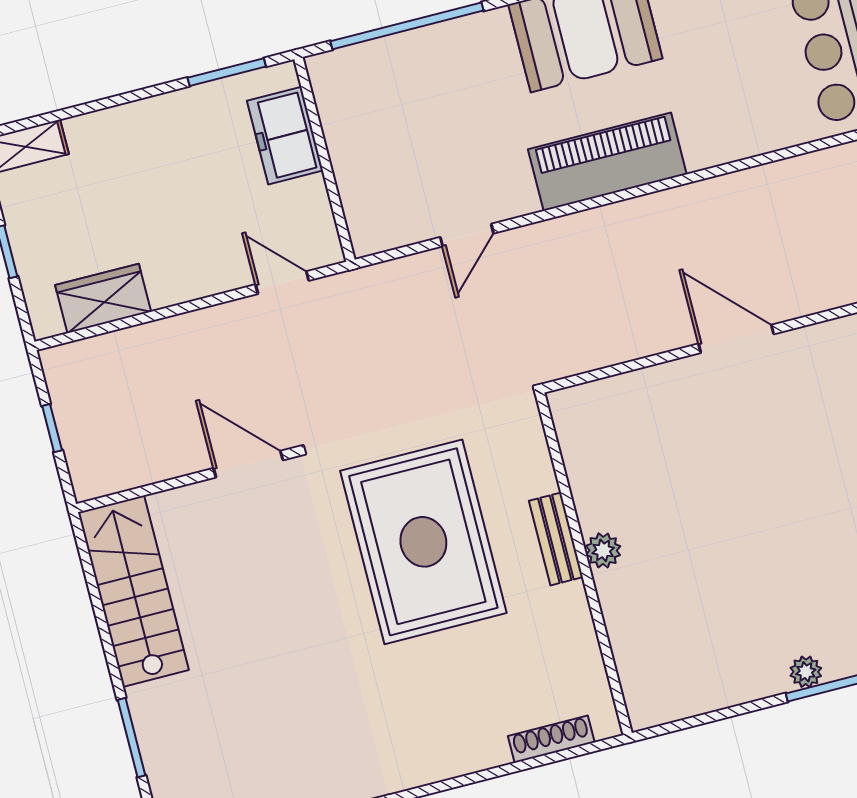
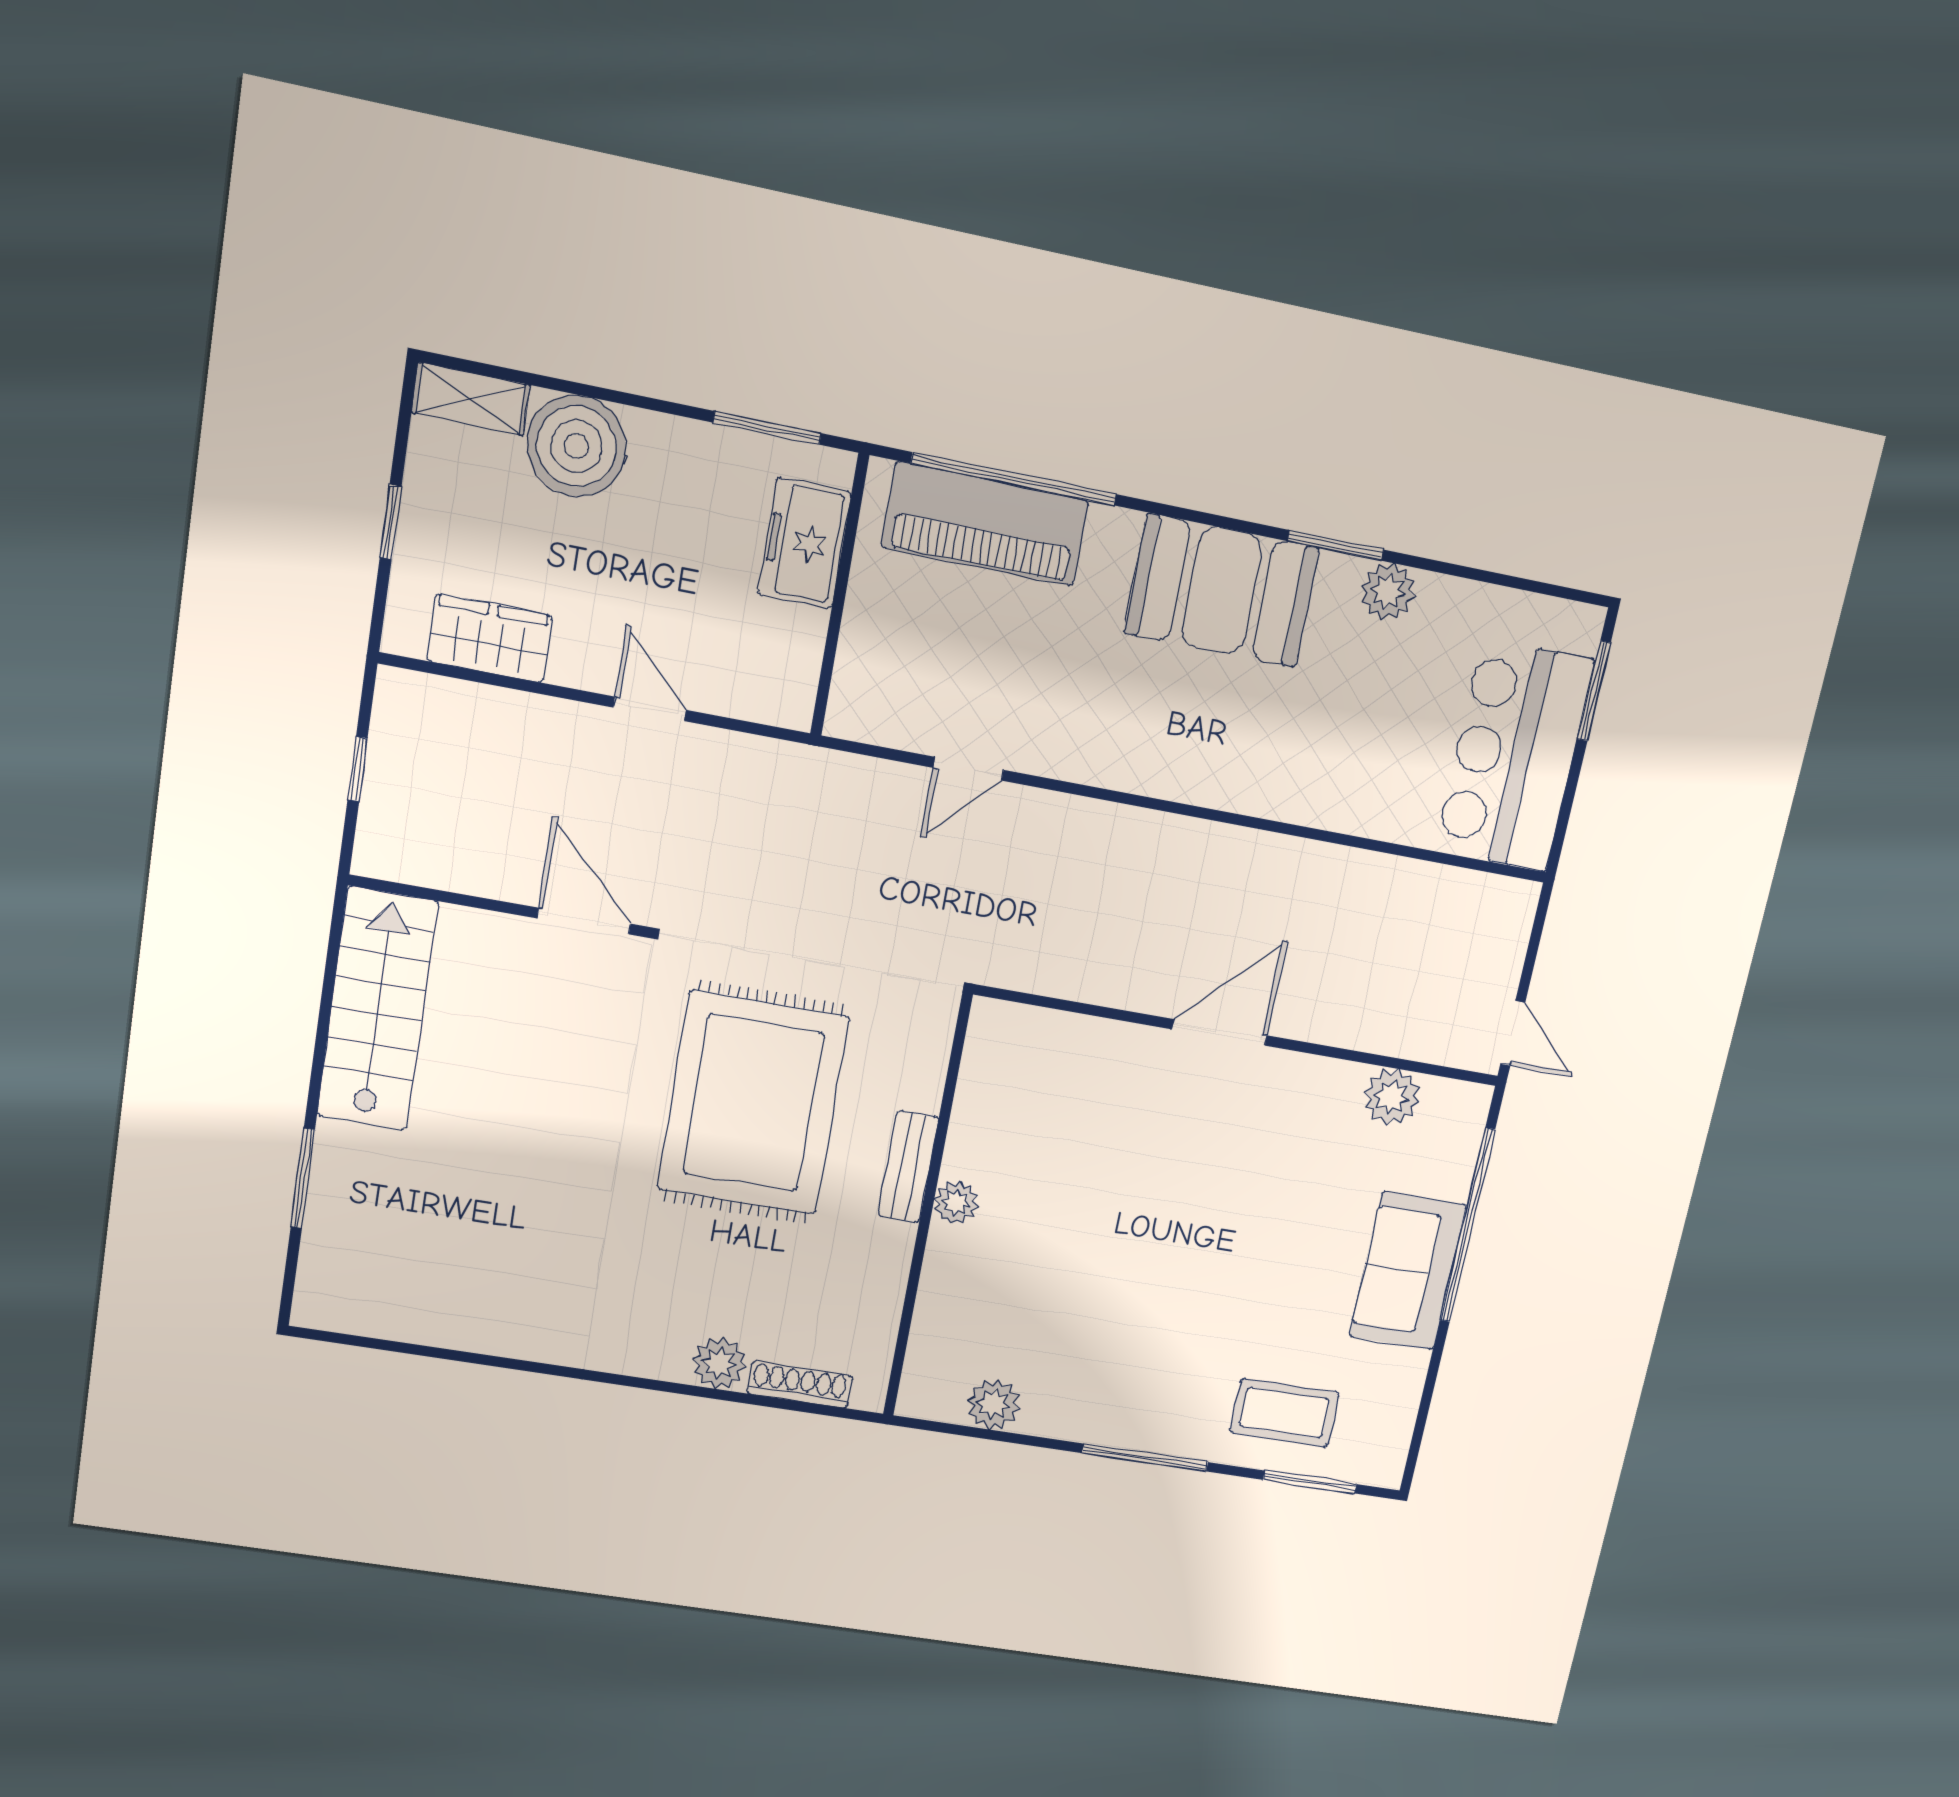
boiler: (107, 144) -> (576, 446), added
piano: (607, 162) -> (985, 524), moved, turned 180
door: (282, 283) -> (650, 709), moved
door: (736, 339) -> (1220, 1032), hinge flipped
plant: (806, 672) -> (994, 1404), moved, width x1.38, depth x1.38
plant: (485, 748) -> (719, 1363), added

